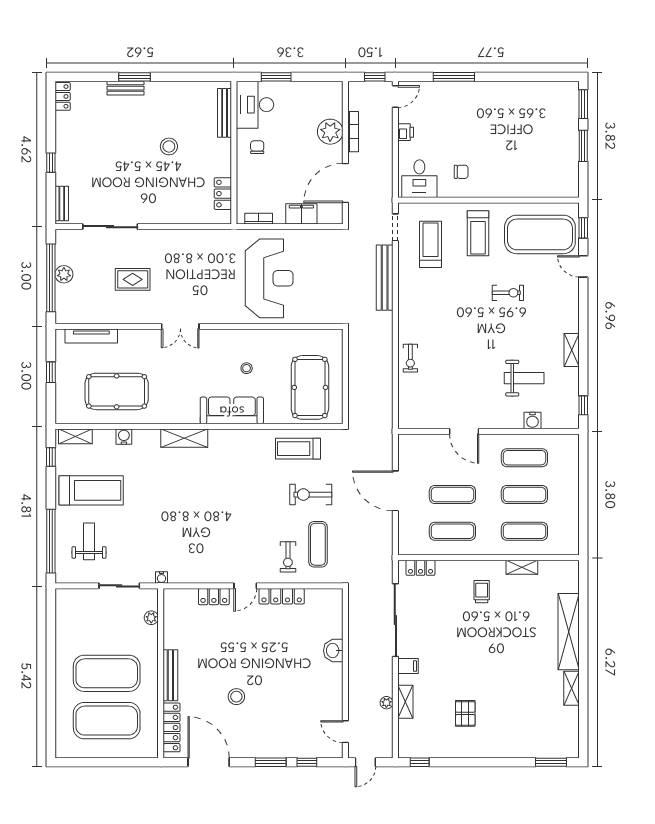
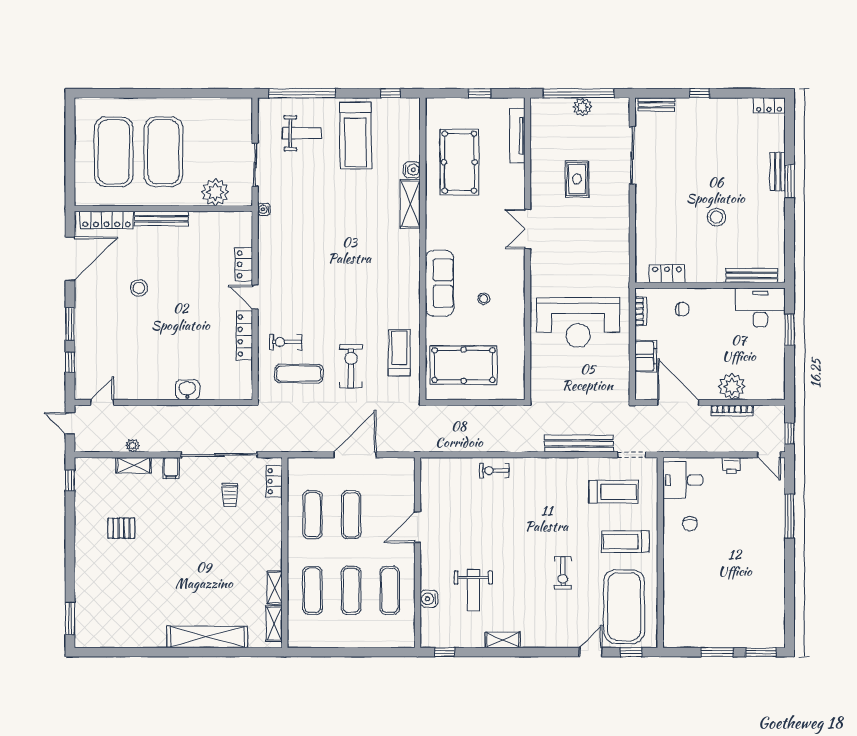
chair: (257, 147) -> (682, 309), moved
shelving: (75, 436) -> (412, 119), removed
shelving: (184, 438) -> (410, 204), moved
trolley: (482, 592) -> (230, 495), moved, turned 90
plant: (151, 618) -> (215, 192), width x1.88, depth x1.88
shelving: (571, 688) -> (274, 624), moved, turned 90

